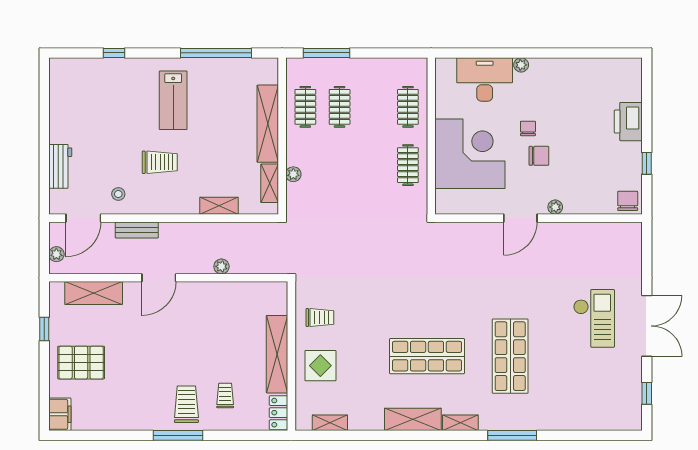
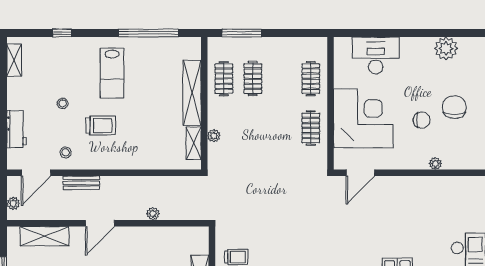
plant: (521, 65) -> (446, 48), moved, width x1.88, depth x1.88
chair: (528, 128) -> (454, 107), moved, width x1.87, depth x1.87
stool: (115, 136) -> (63, 103), added
shelving: (219, 206) -> (14, 60), moved, turned 90
door: (520, 218) -> (360, 173), moved

